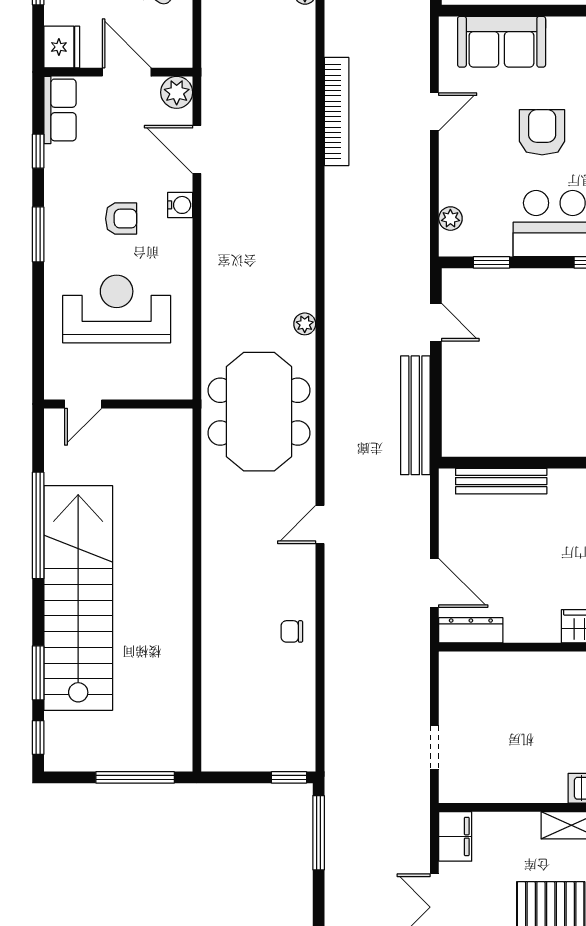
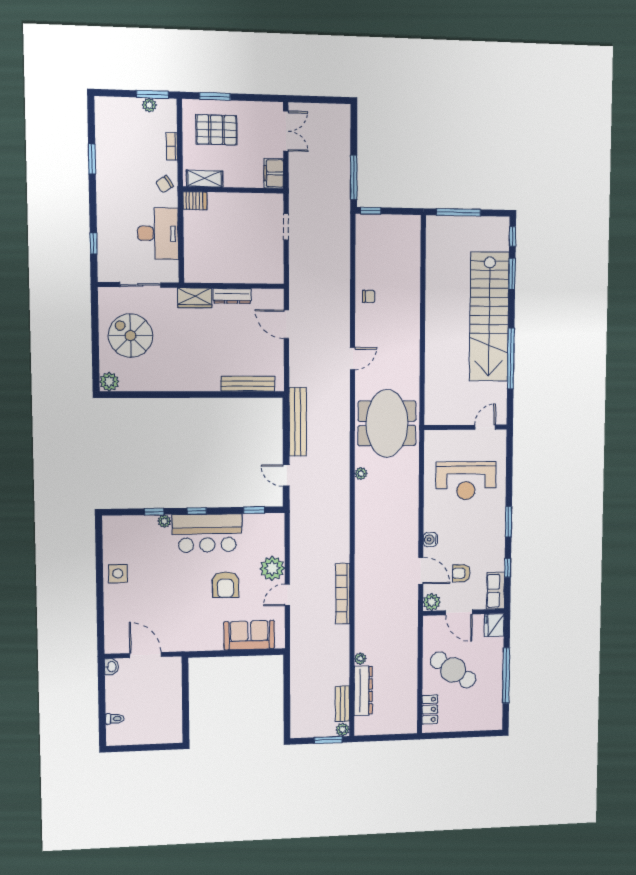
armchair: (121, 219) -> (461, 573), moved
plant: (450, 219) -> (272, 568), moved, width x1.88, depth x1.88
dresser: (471, 630) -> (232, 296), moved

